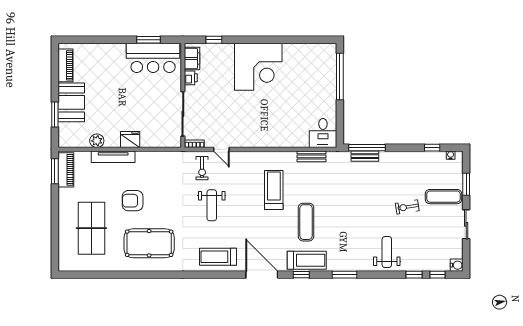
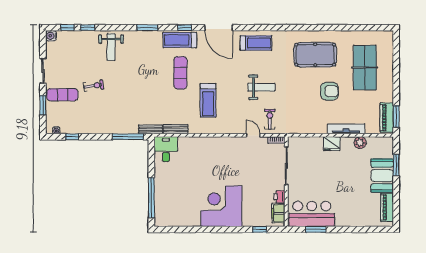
bench: (365, 156) -> (151, 129), moved
weight bench: (212, 205) -> (261, 87), turned 90

